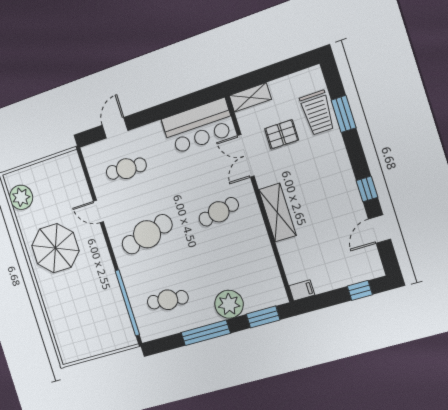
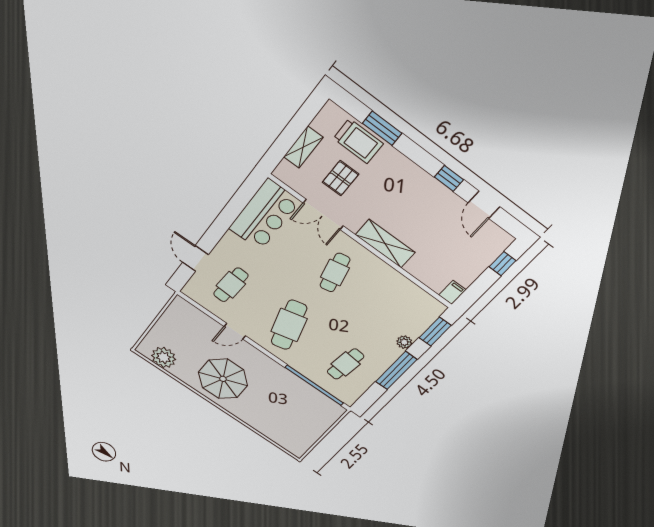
shelving: (250, 97) -> (303, 147), moved
plant: (229, 304) -> (404, 342), width x0.53, depth x0.53

